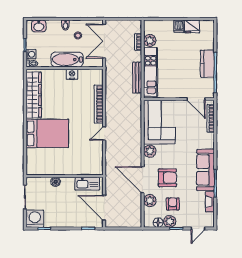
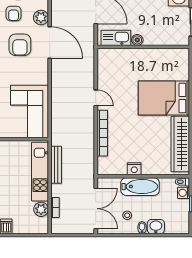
washbasin: (39, 26) -> (156, 227), moved
door: (104, 133) -> (96, 98), hinge flipped
plant: (150, 151) -> (41, 77), removed
armchair: (167, 178) -> (20, 45), turned -90
boiler: (56, 182) -> (137, 40), moved

